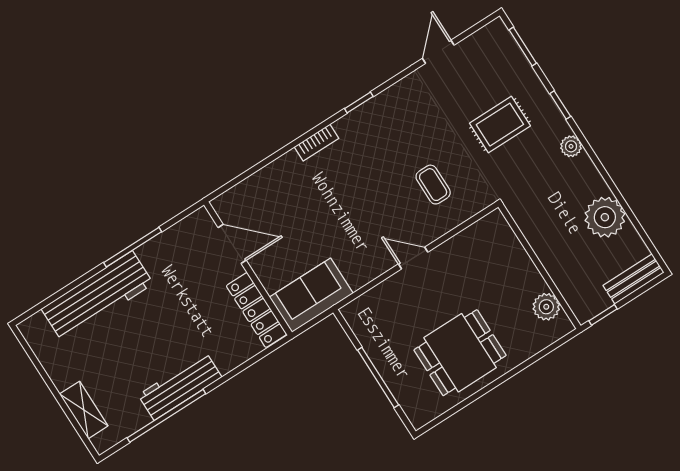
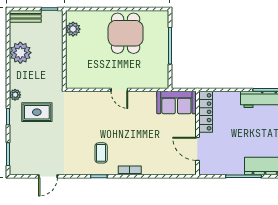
rug: (500, 125) -> (37, 112), moved
coffee table: (433, 185) -> (101, 153), moved
dining table: (460, 353) -> (126, 33), turned 90

